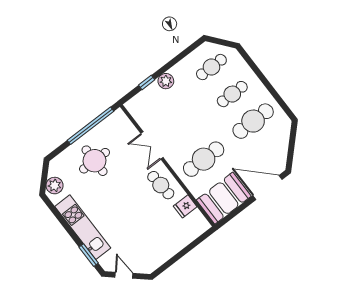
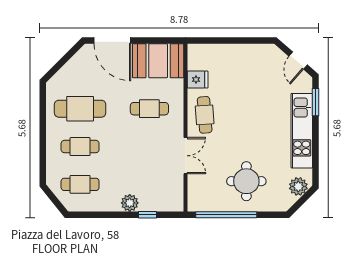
cafe table: (204, 159) -> (149, 109), width x0.73, depth x0.74

